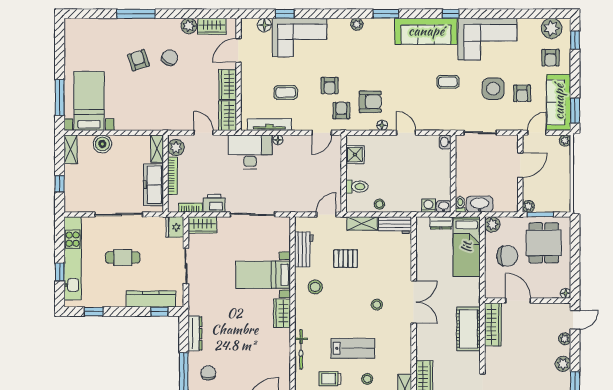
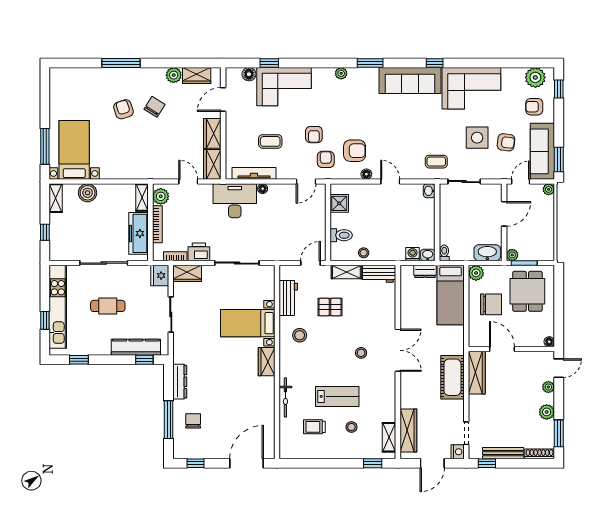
armchair: (550, 58) -> (534, 107), turned 90
coffee table: (448, 82) -> (436, 162), moved
armchair: (522, 93) -> (506, 142), turned -83
washbasin: (480, 204) -> (487, 253), moved

